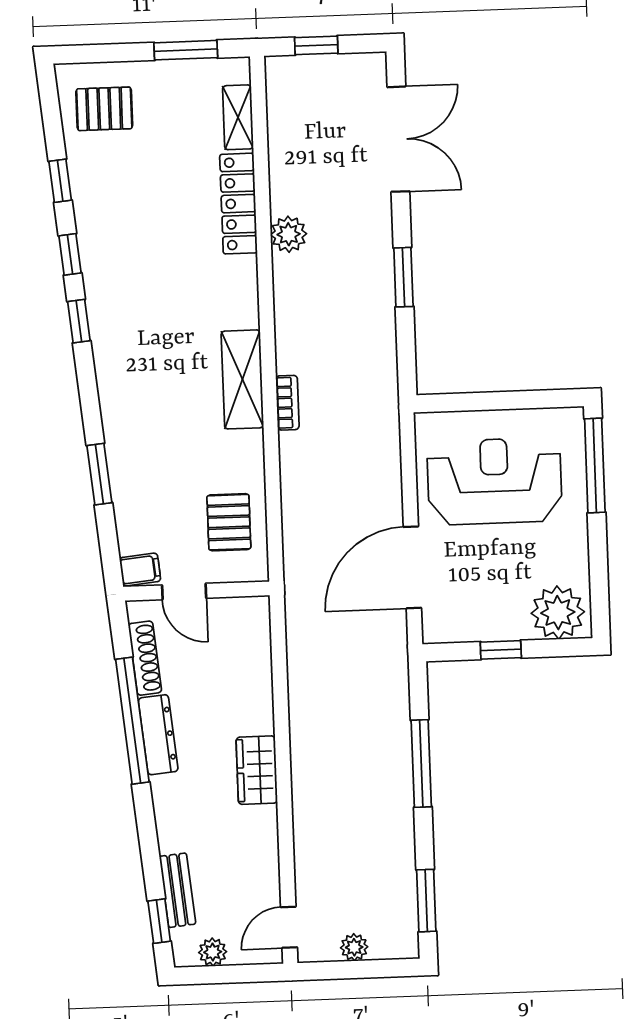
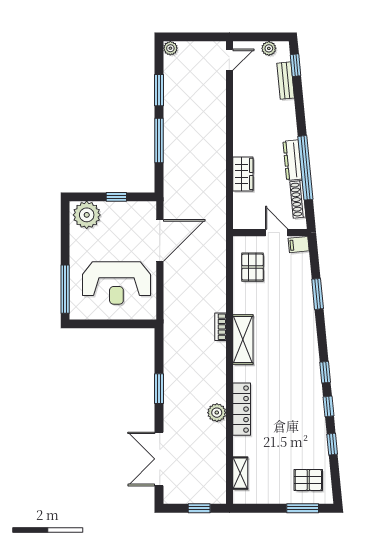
window: (186, 50) -> (303, 508), moved
locker: (239, 204) -> (242, 409), moved
wardrobe: (257, 770) -> (243, 174), moved
window: (426, 901) -> (159, 90), moved
plant: (354, 947) -> (170, 48), moved

